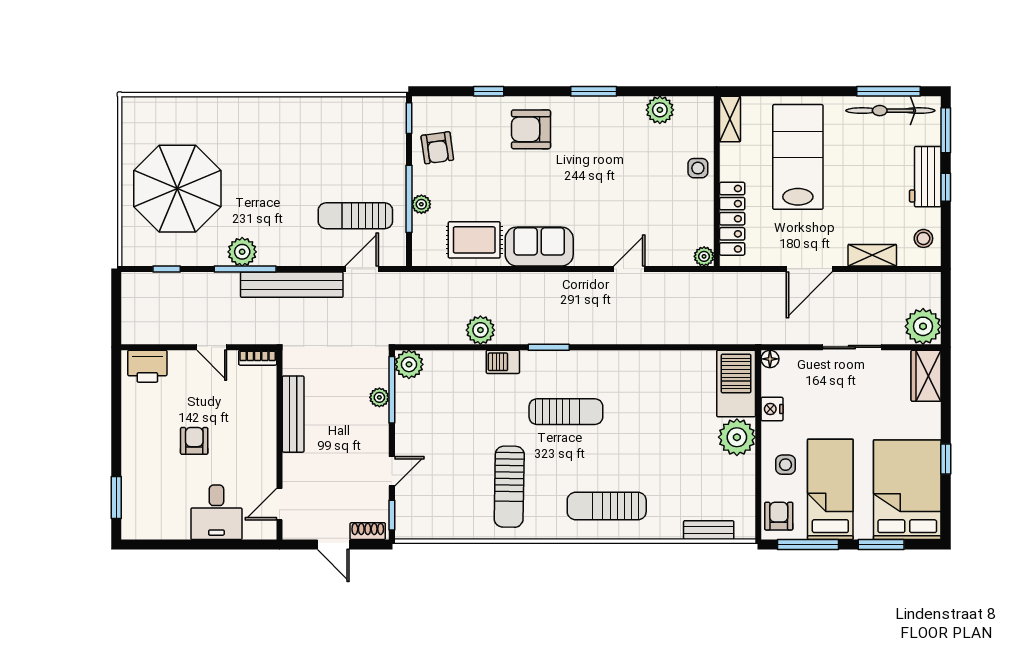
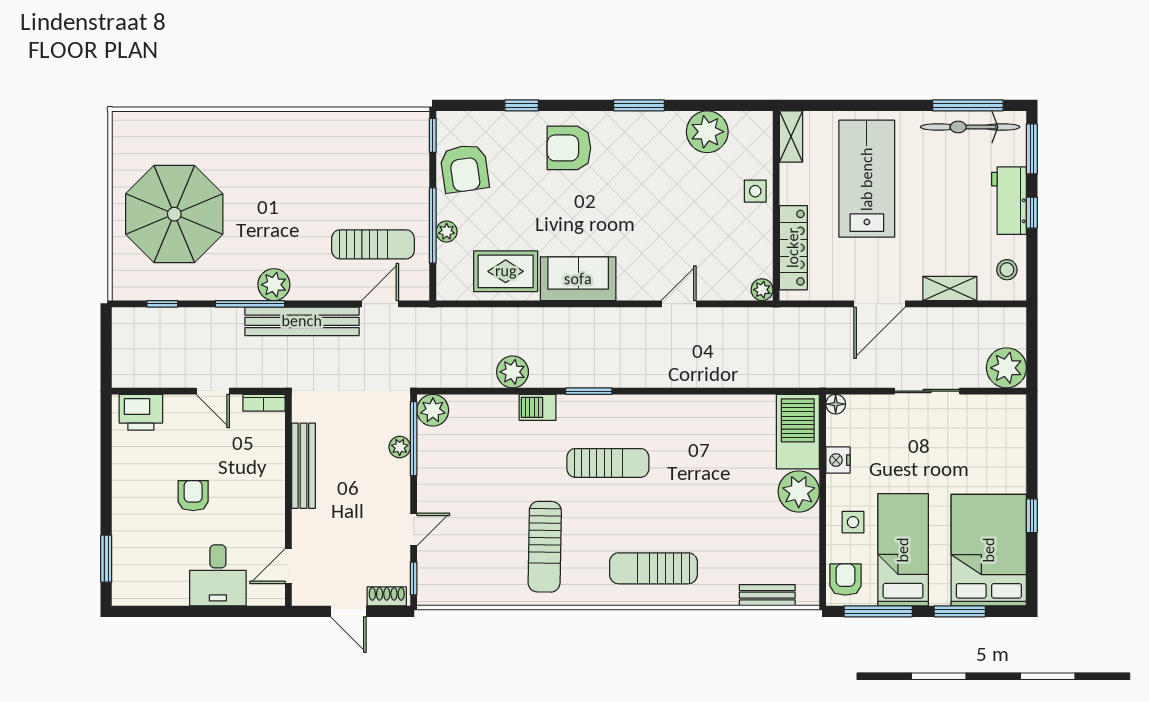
plant: (660, 110) -> (707, 132), width x1.36, depth x1.36
armchair: (437, 148) -> (464, 168), width x1.38, depth x1.38
sun lounger: (355, 216) -> (373, 244), turned 180
plant: (242, 252) -> (274, 285), moved
wardrobe: (926, 376) -> (1010, 423), removed

